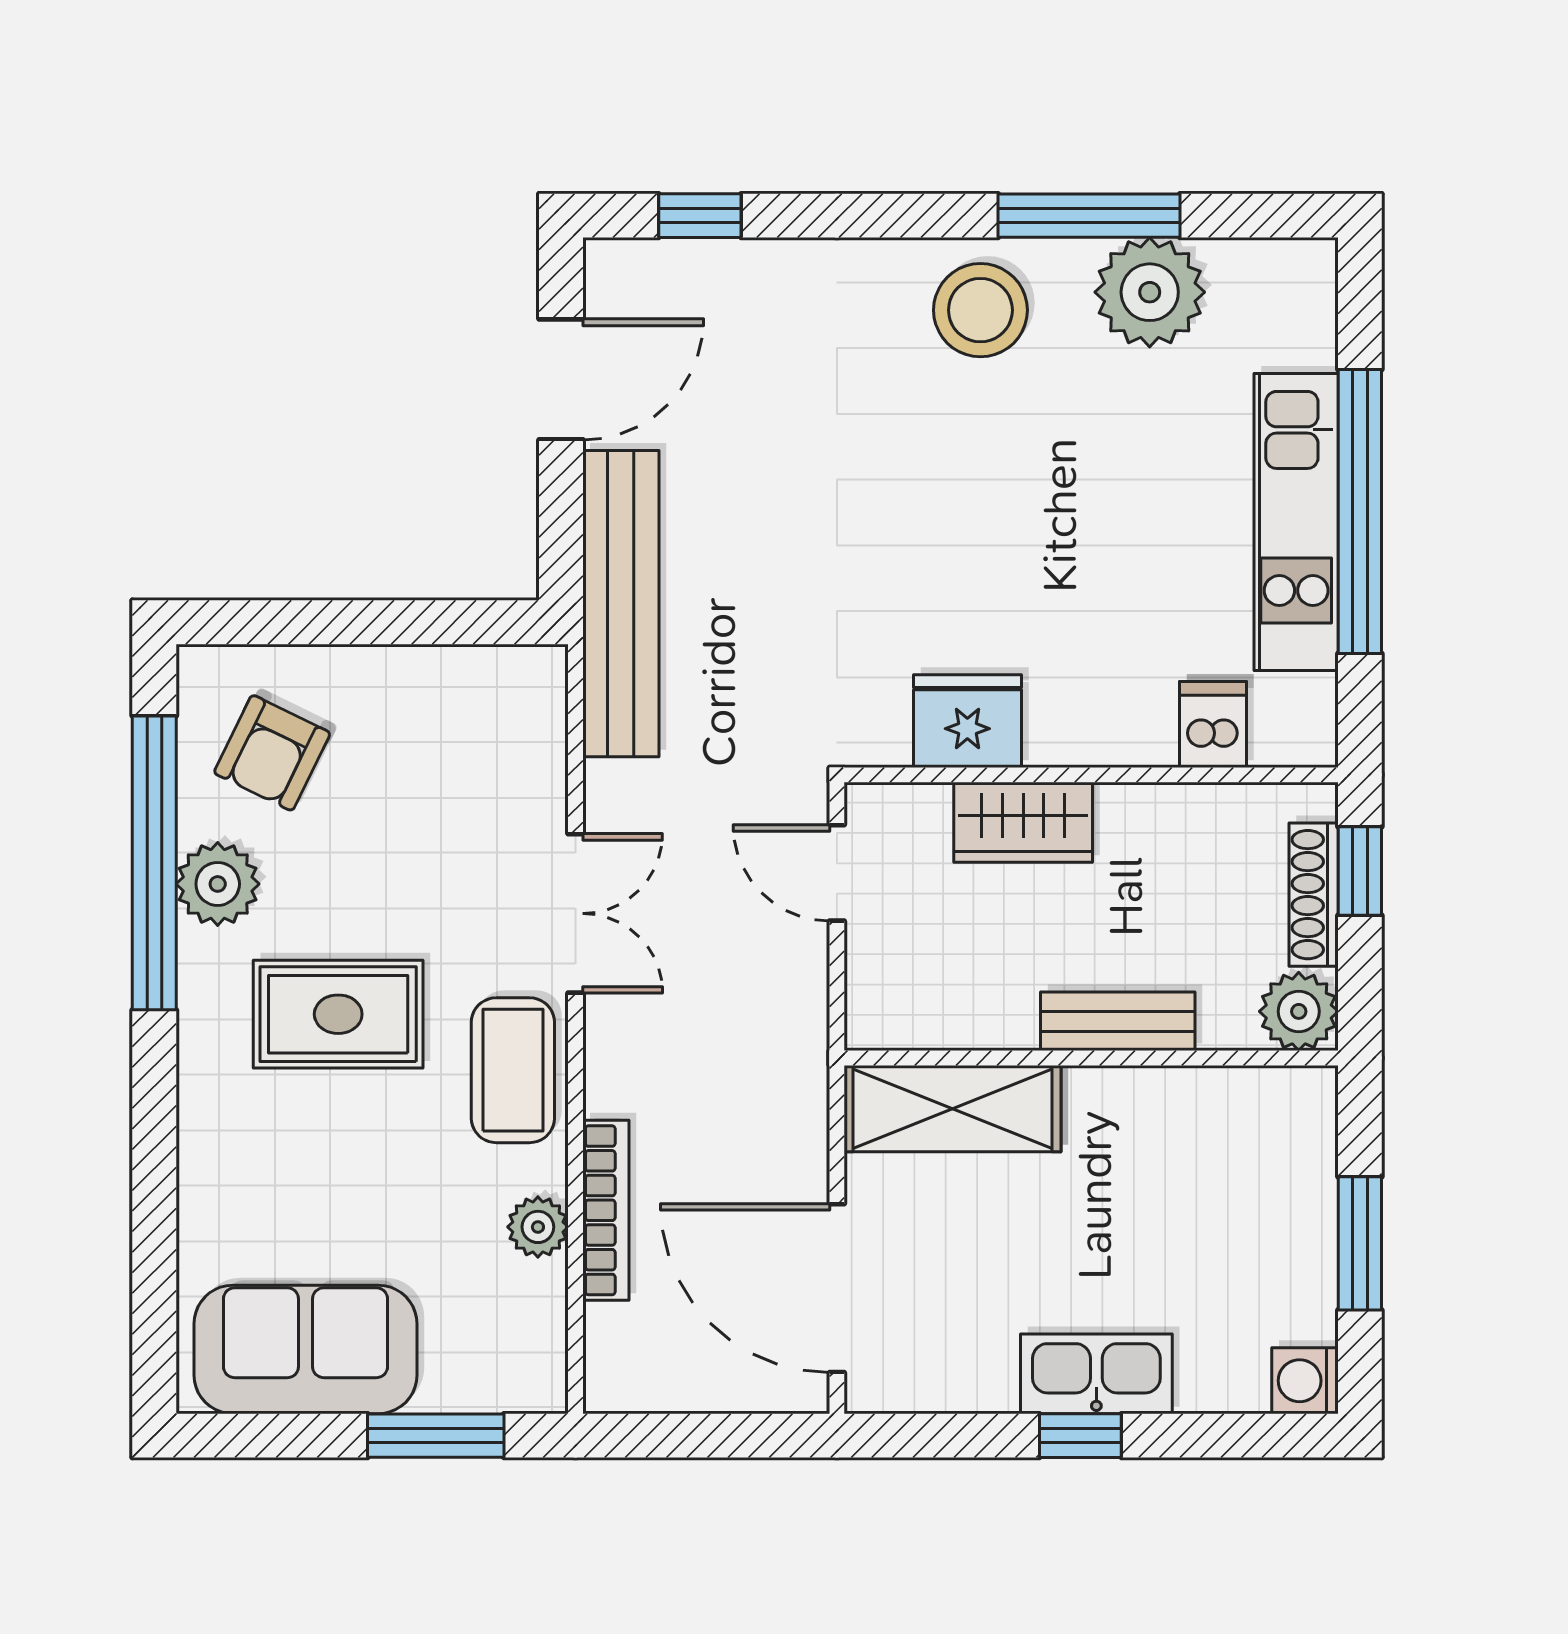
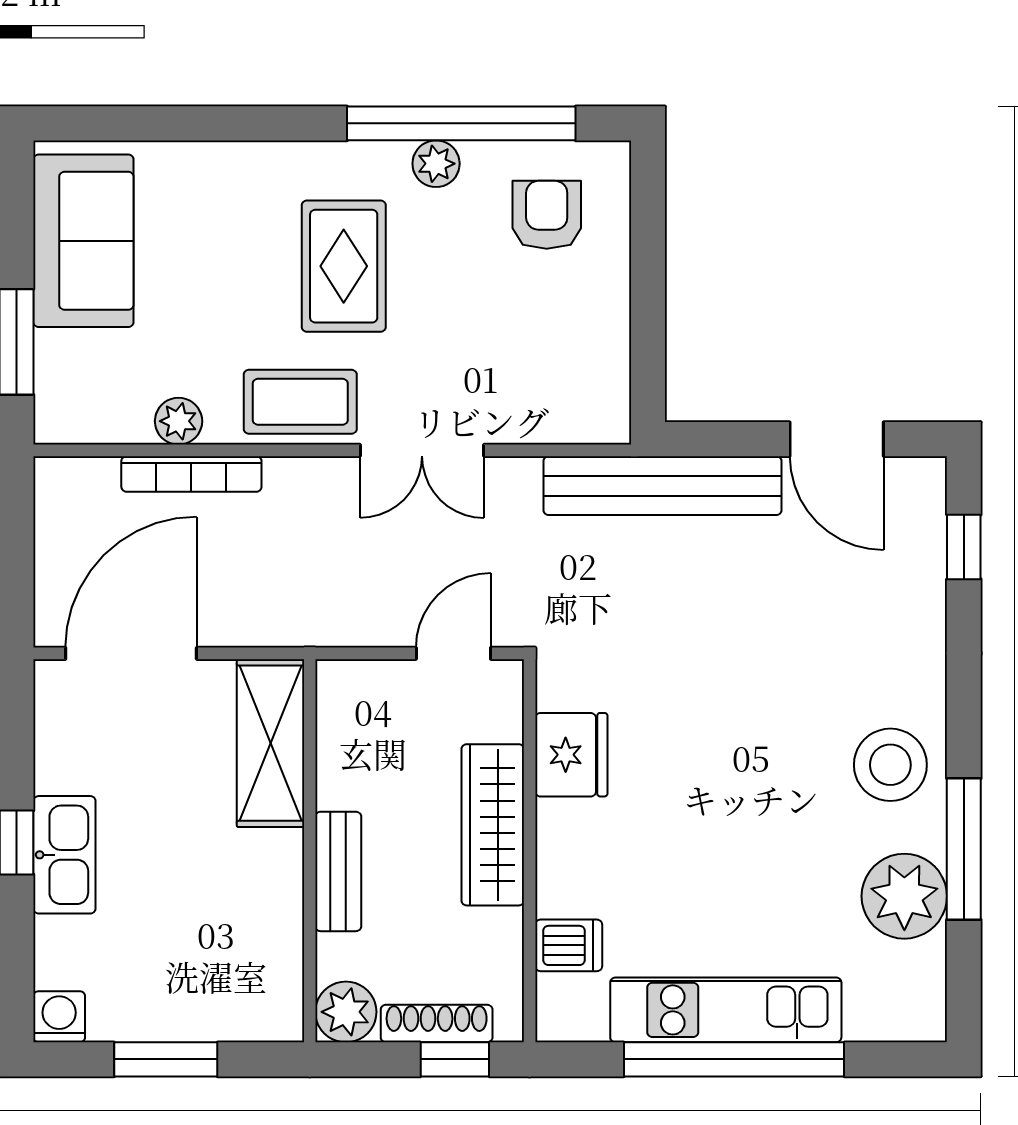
armchair: (272, 753) -> (547, 215), turned 64
wardrobe: (1023, 822) -> (493, 825), width x1.50
plant: (218, 884) -> (436, 164), width x0.73, depth x0.73

